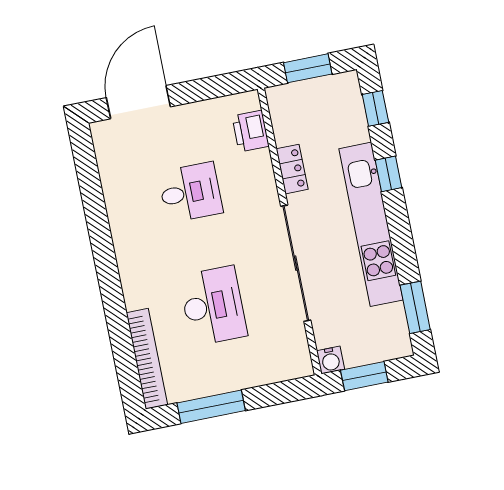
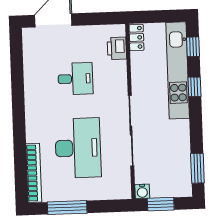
window: (308, 68) -> (157, 17), removed
locker: (292, 169) -> (136, 37), moved
kitchen unit: (371, 224) -> (178, 70), moved
desk: (213, 306) -> (78, 148), width x1.36, depth x1.30

